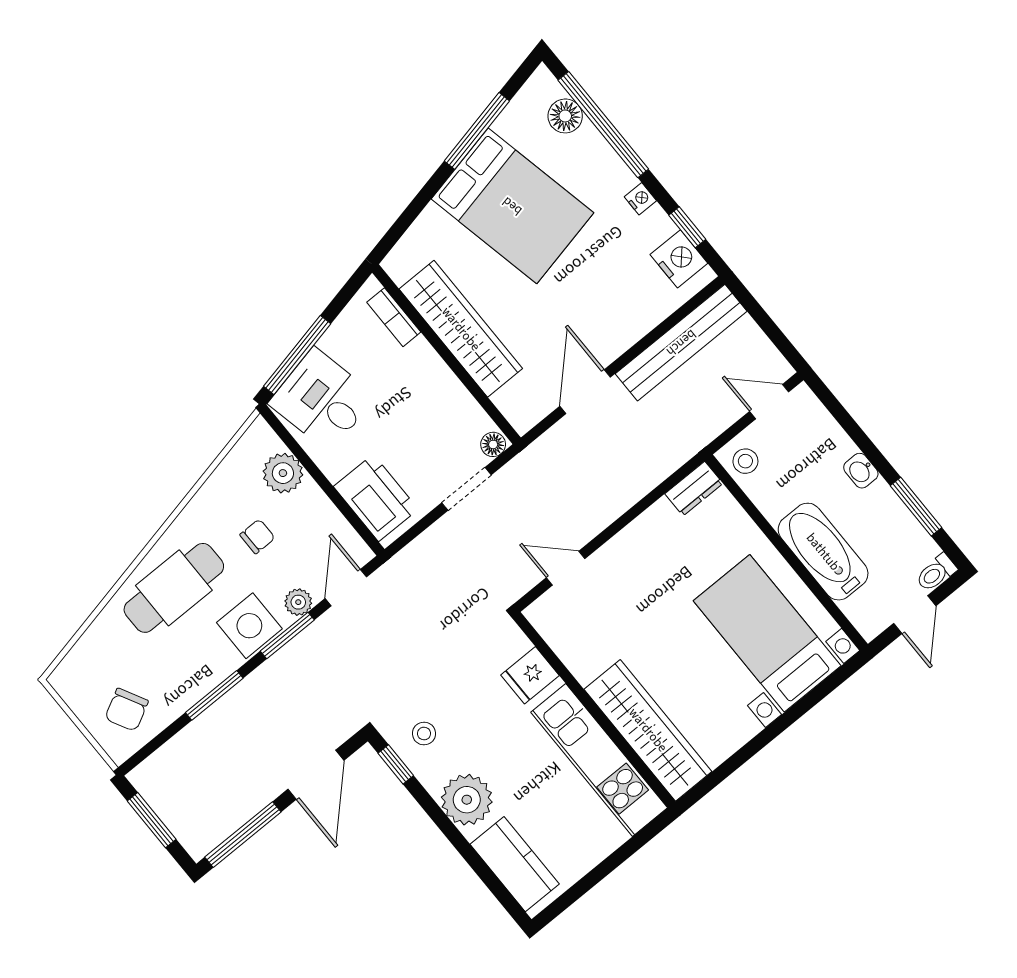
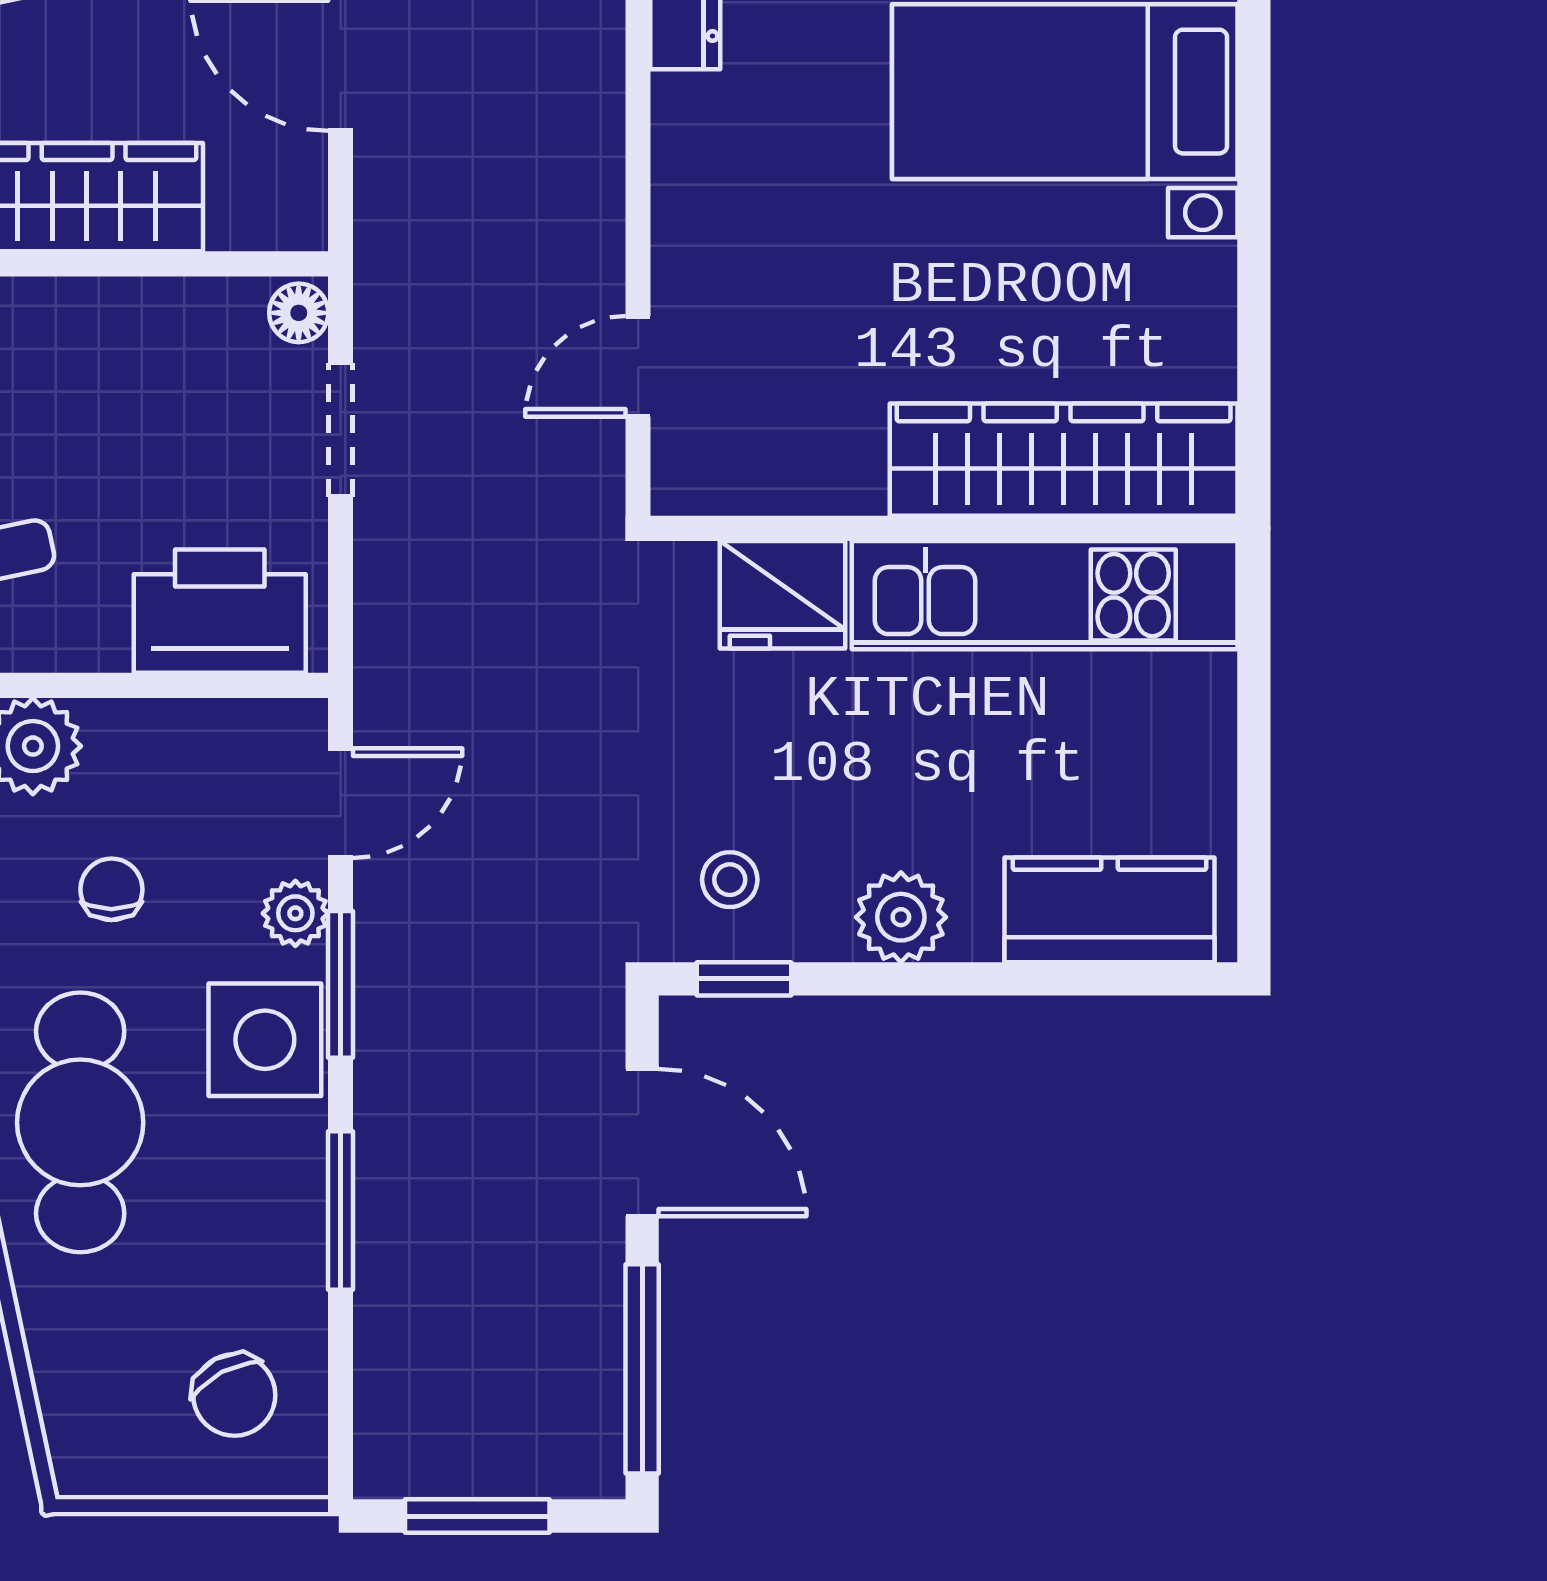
door: (346, 588) -> (341, 803), swing flipped
fridge: (530, 675) -> (782, 595), width x1.38
plant: (467, 800) -> (901, 917), width x0.73, depth x0.73

